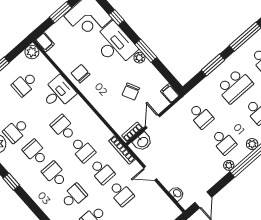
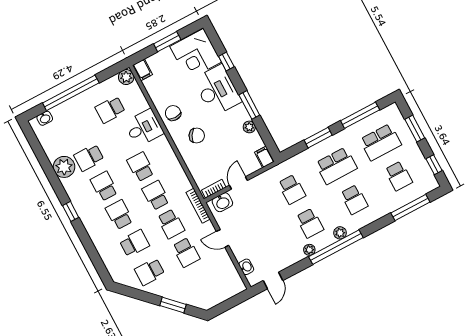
plant: (139, 58) -> (249, 127), moved
chair: (131, 91) -> (197, 136), moved, turned -124
school desk: (83, 150) -> (156, 195), turned 180

